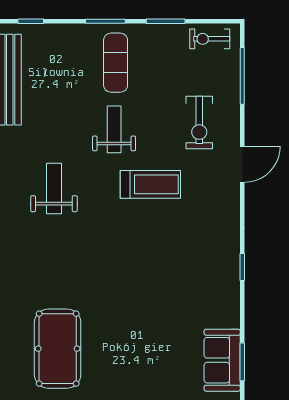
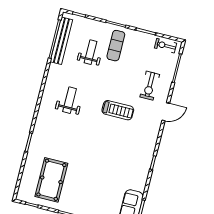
weight bench: (114, 129) -> (90, 52), moved

